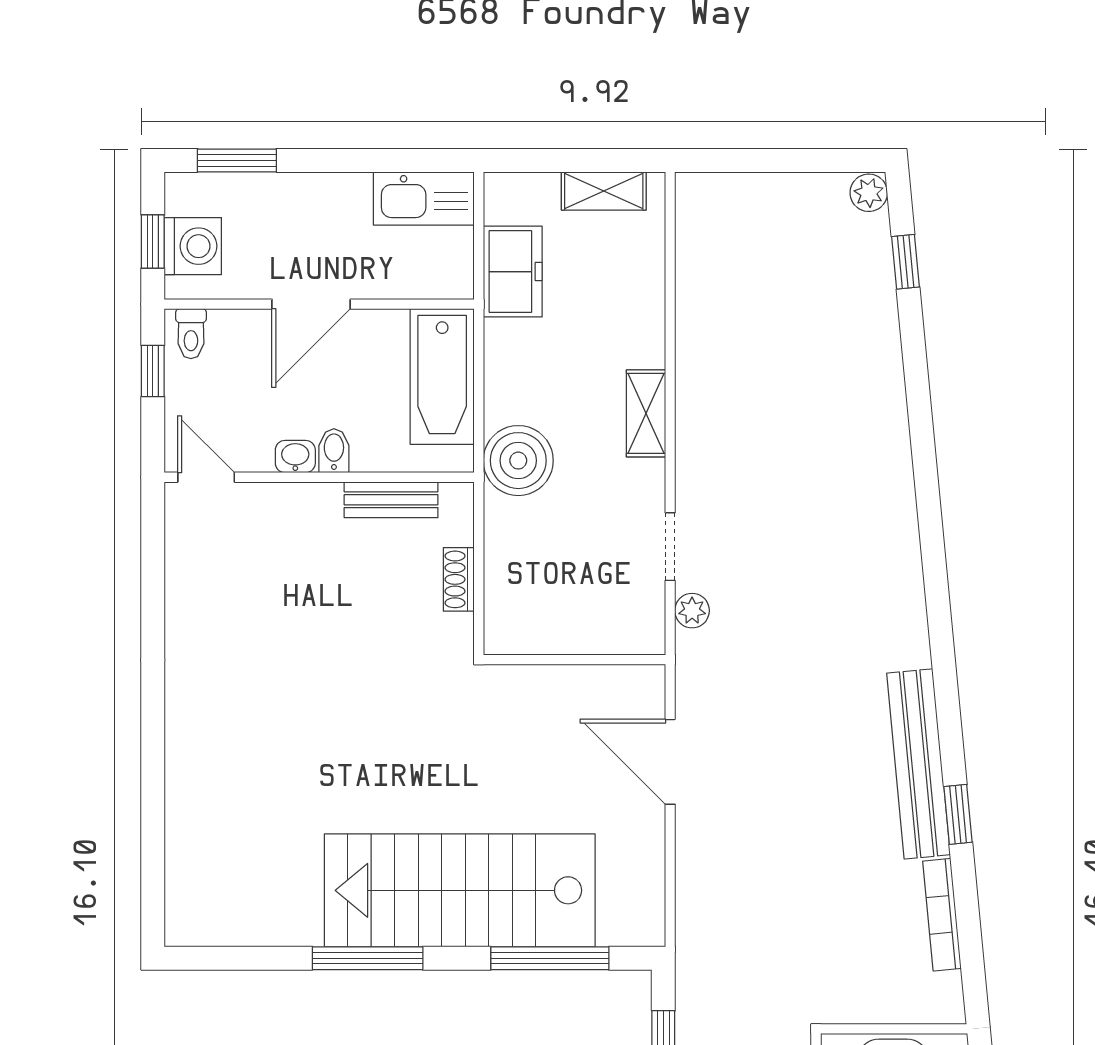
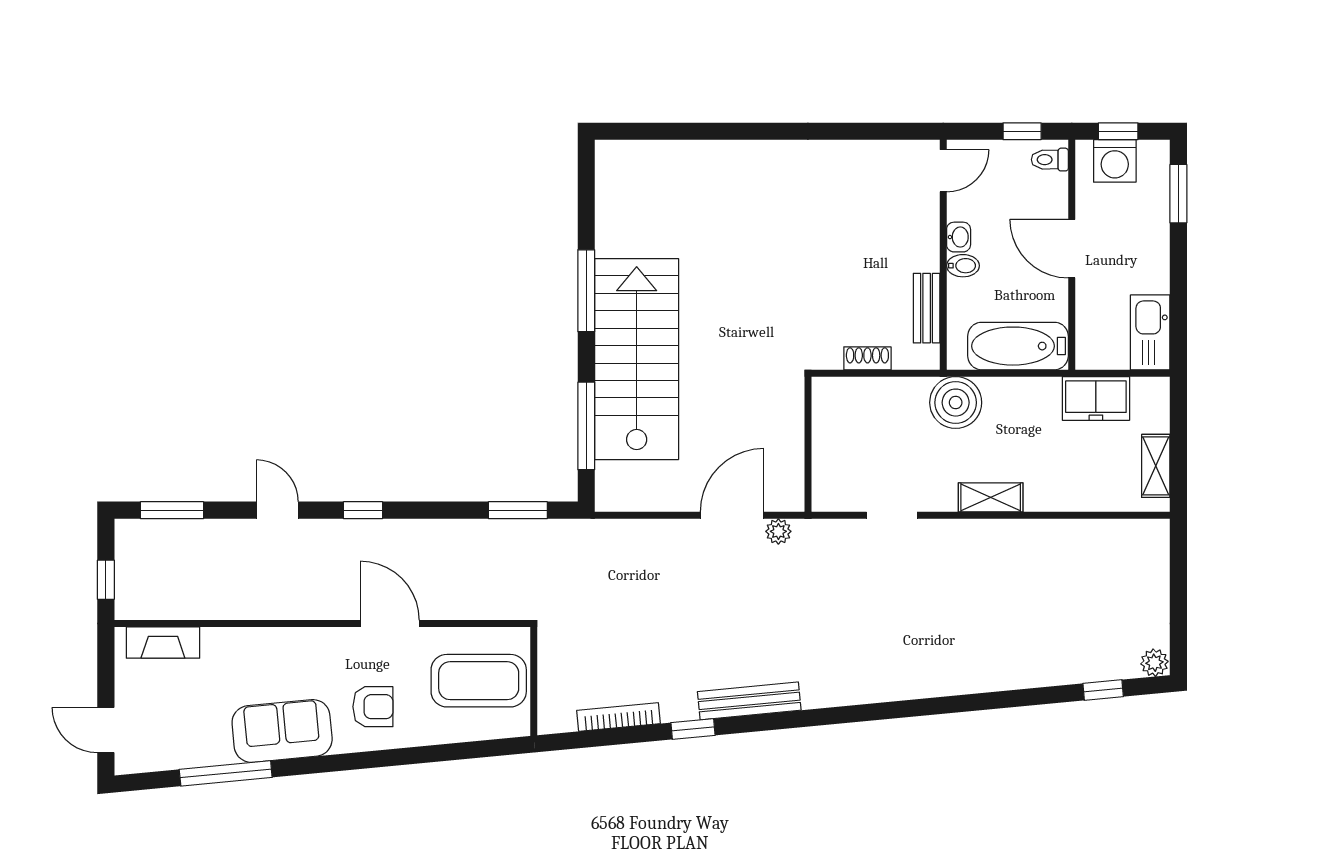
plant: (692, 611) -> (778, 531), moved
bench: (918, 764) -> (749, 701), width x0.73, depth x0.82

